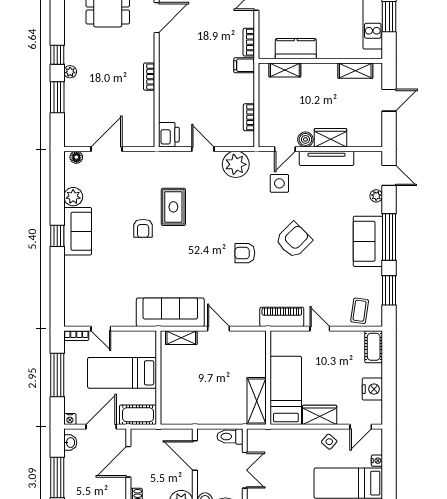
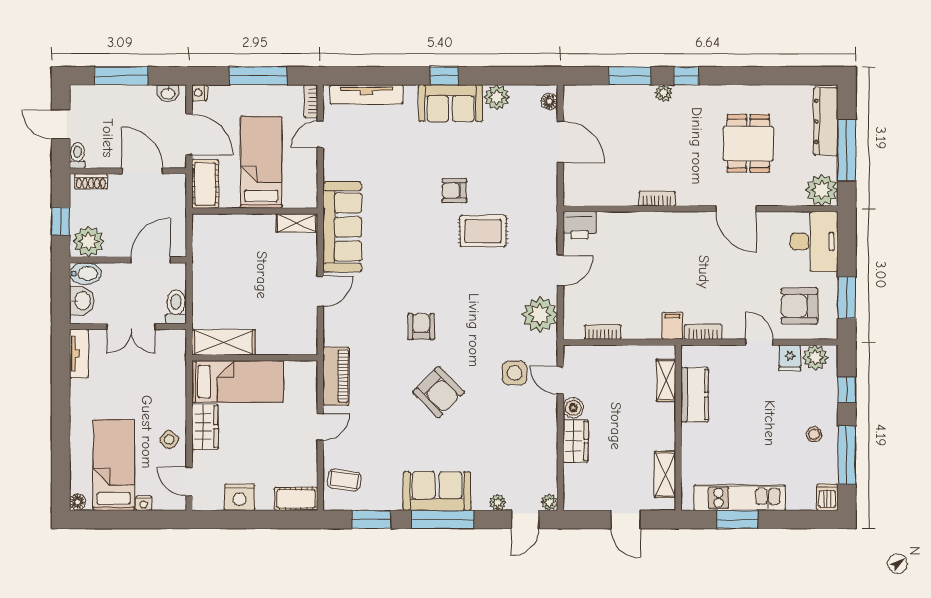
plant: (376, 157) -> (549, 502), added
tv unit: (327, 158) -> (366, 95), moved, turned -90
shelving: (181, 338) -> (297, 223), moved, turned 90

